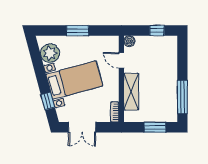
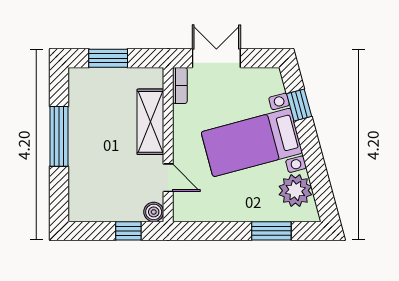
window: (78, 31) -> (271, 231), moved
window: (157, 31) -> (128, 231), moved
window: (182, 97) -> (59, 136), moved
double door: (82, 127) -> (216, 58), moved

